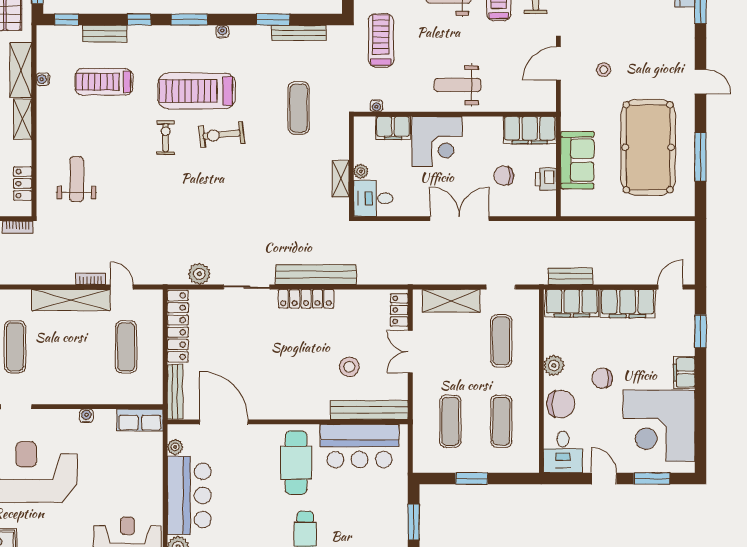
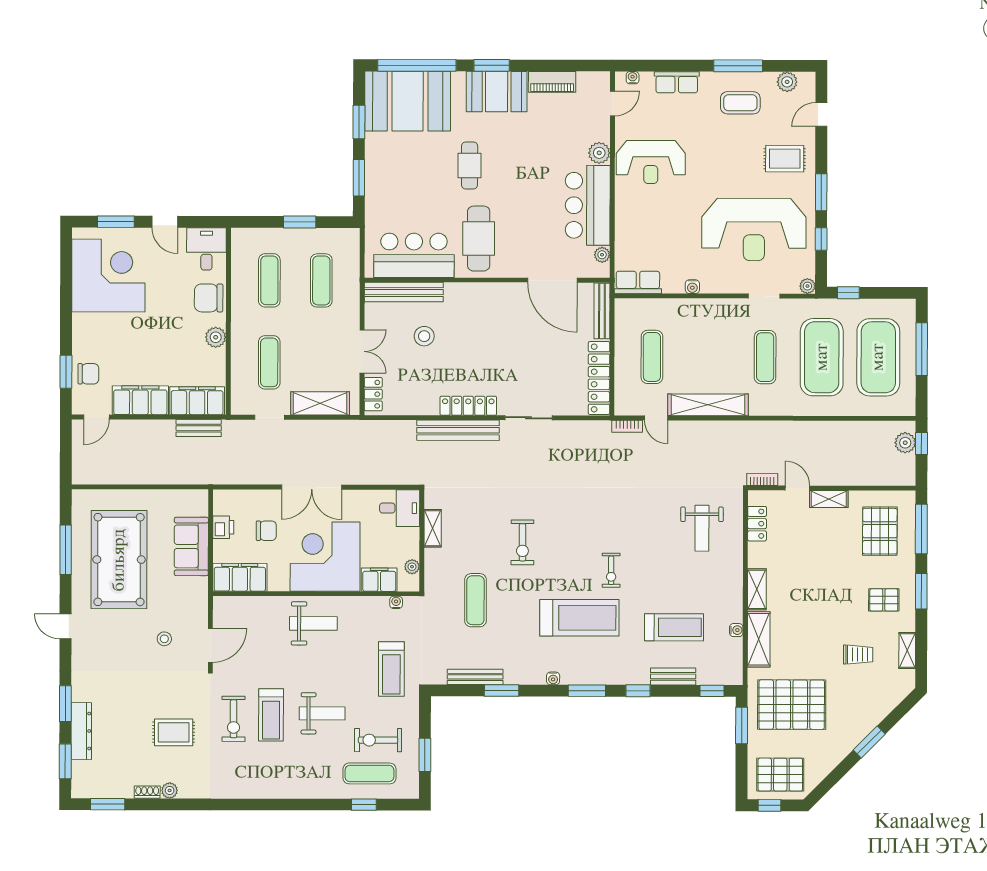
exercise bike: (222, 135) -> (522, 542), moved, turned 96
corner desk: (437, 141) -> (325, 557), width x1.36, depth x1.36
plant: (361, 171) -> (412, 567), moved
plant: (199, 274) -> (577, 431), removed
bookcase: (91, 279) -> (627, 426), moved
filing cabinet: (684, 372) -> (83, 330), removed
chair: (602, 378) -> (88, 374), moved

